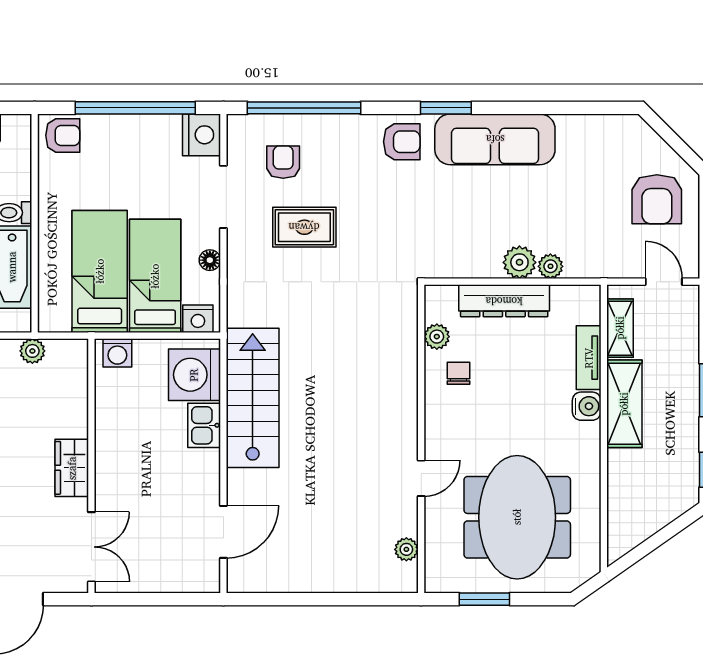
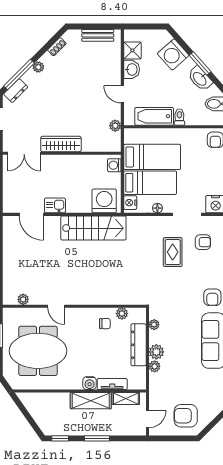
plant: (461, 267) -> (154, 325), added
kitchen sink: (204, 425) -> (55, 205), moved
wardrobe: (72, 468) -> (61, 144), width x1.50

